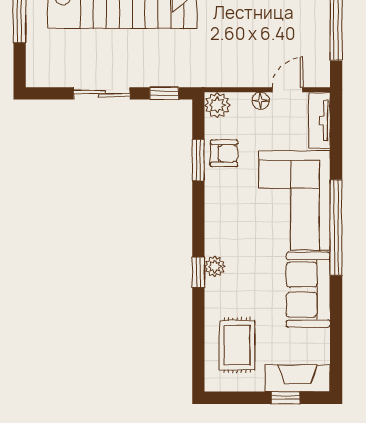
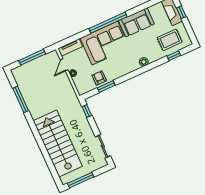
door: (288, 90) -> (64, 65), hinge flipped
sliding door: (102, 93) -> (103, 146), moved
plant: (217, 105) -> (82, 89), removed
window: (198, 272) -> (174, 56), moved

